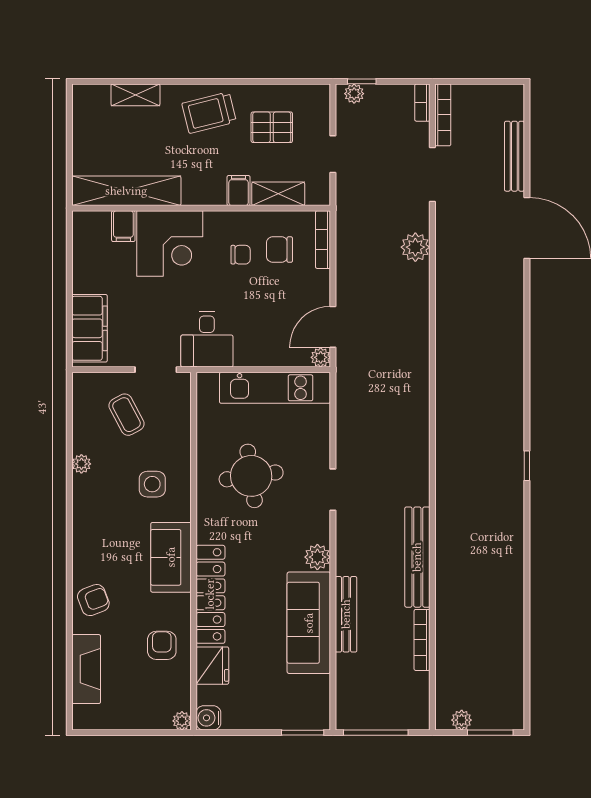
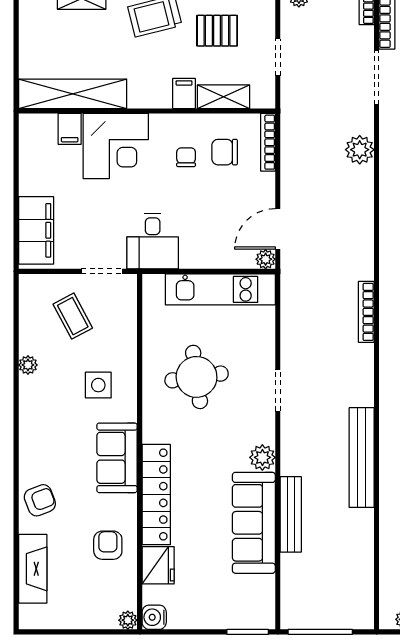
chair: (241, 255) -> (186, 157), turned -90
bookcase: (422, 640) -> (366, 312), moved

